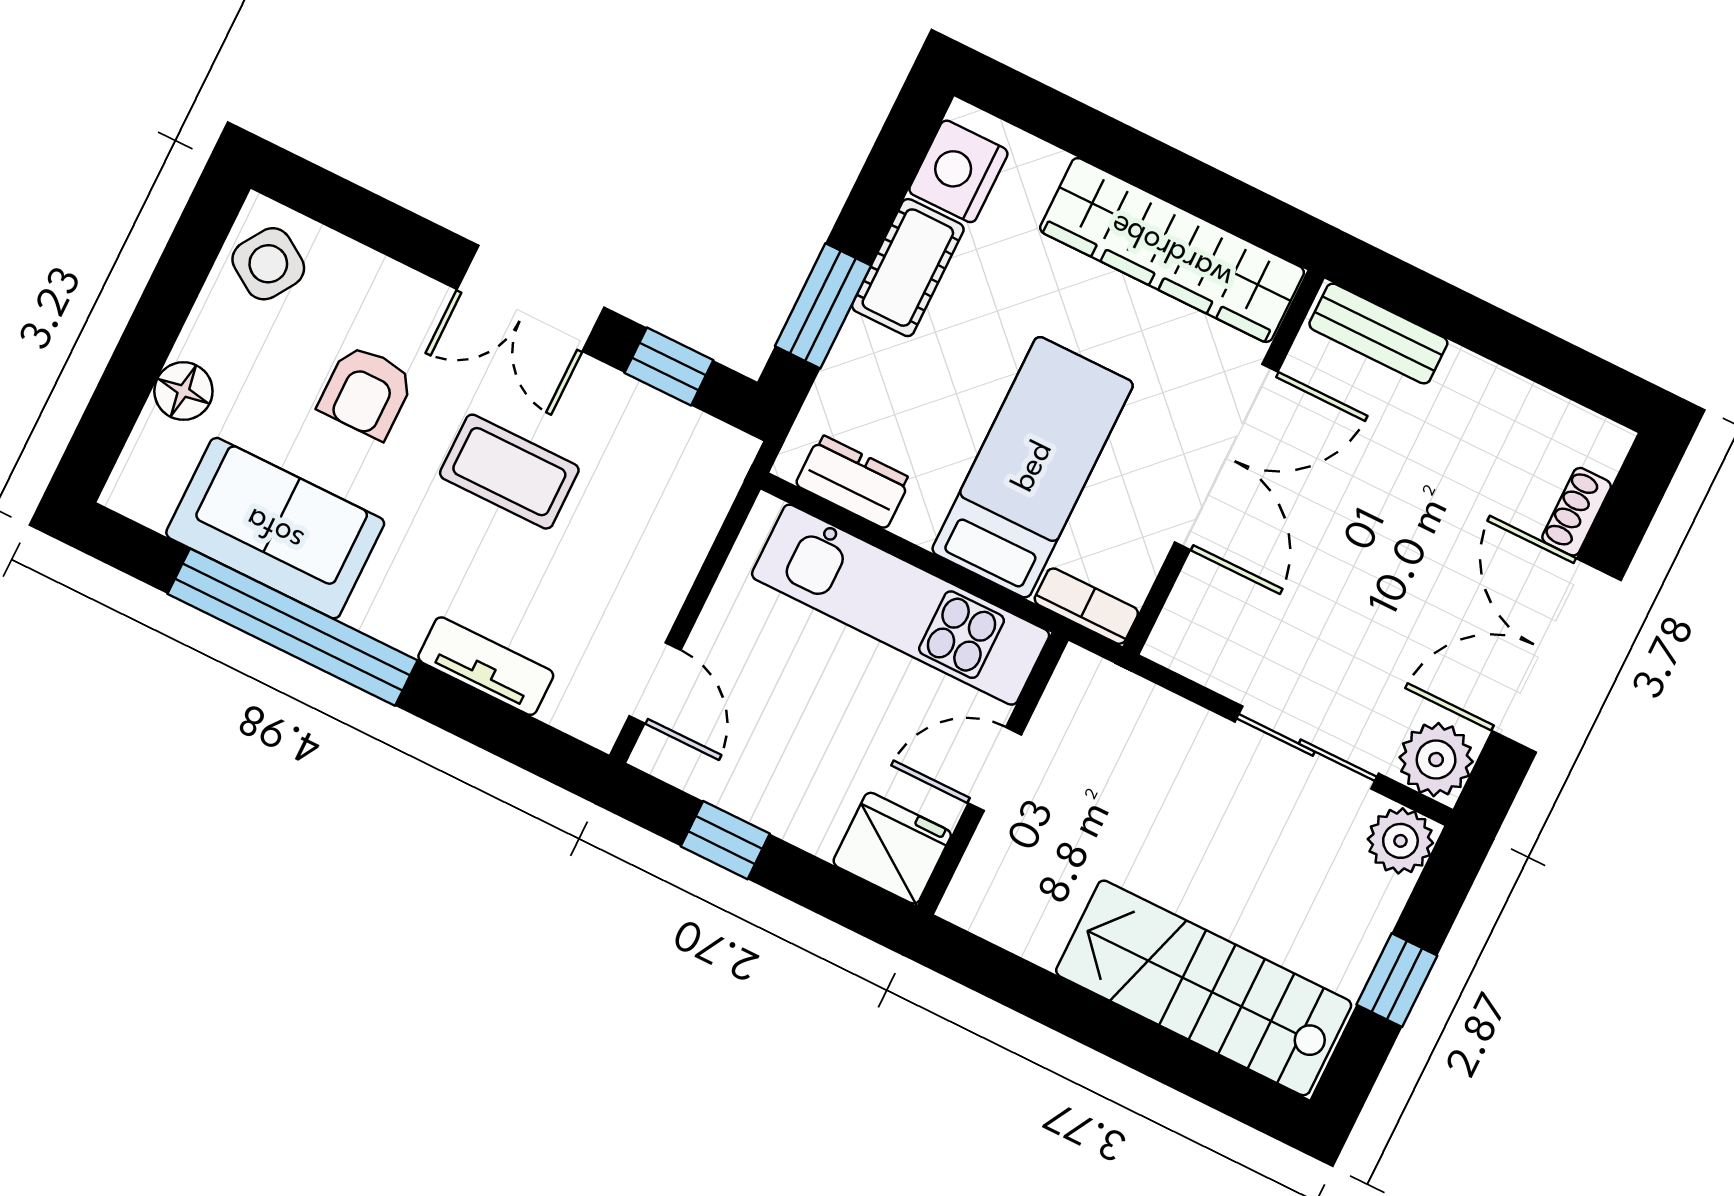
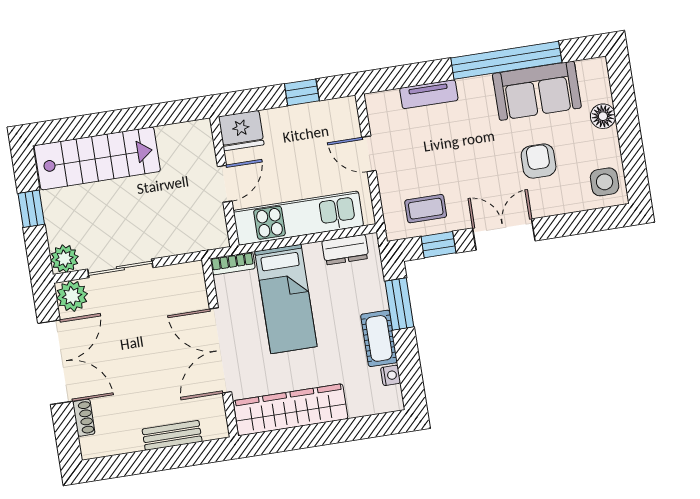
nightstand: (958, 171) -> (391, 375), width x0.53, depth x0.56
side table: (268, 264) -> (605, 182), turned -33
bench: (1378, 334) -> (172, 435), moved
coffee table: (509, 472) -> (426, 209), moved, width x0.73, depth x0.77
door: (655, 683) -> (369, 154), moved

